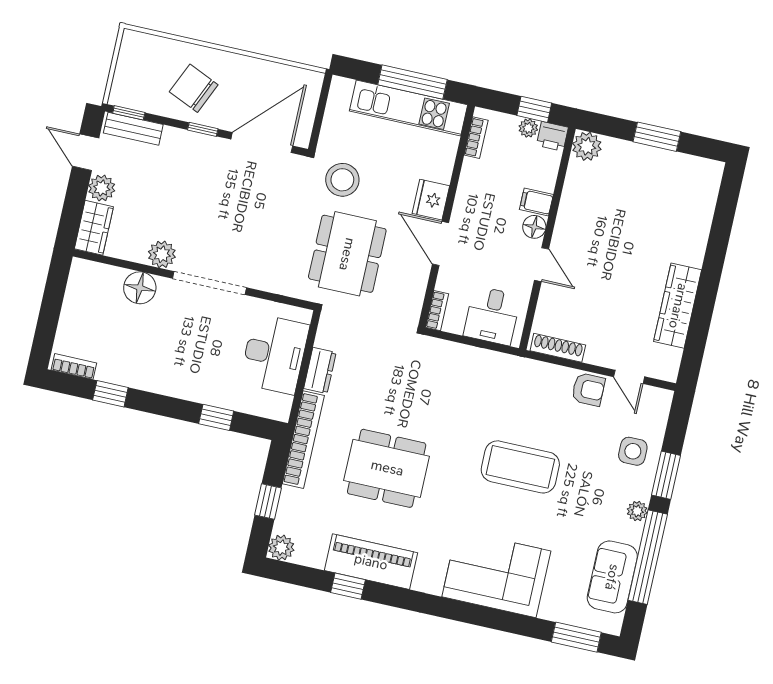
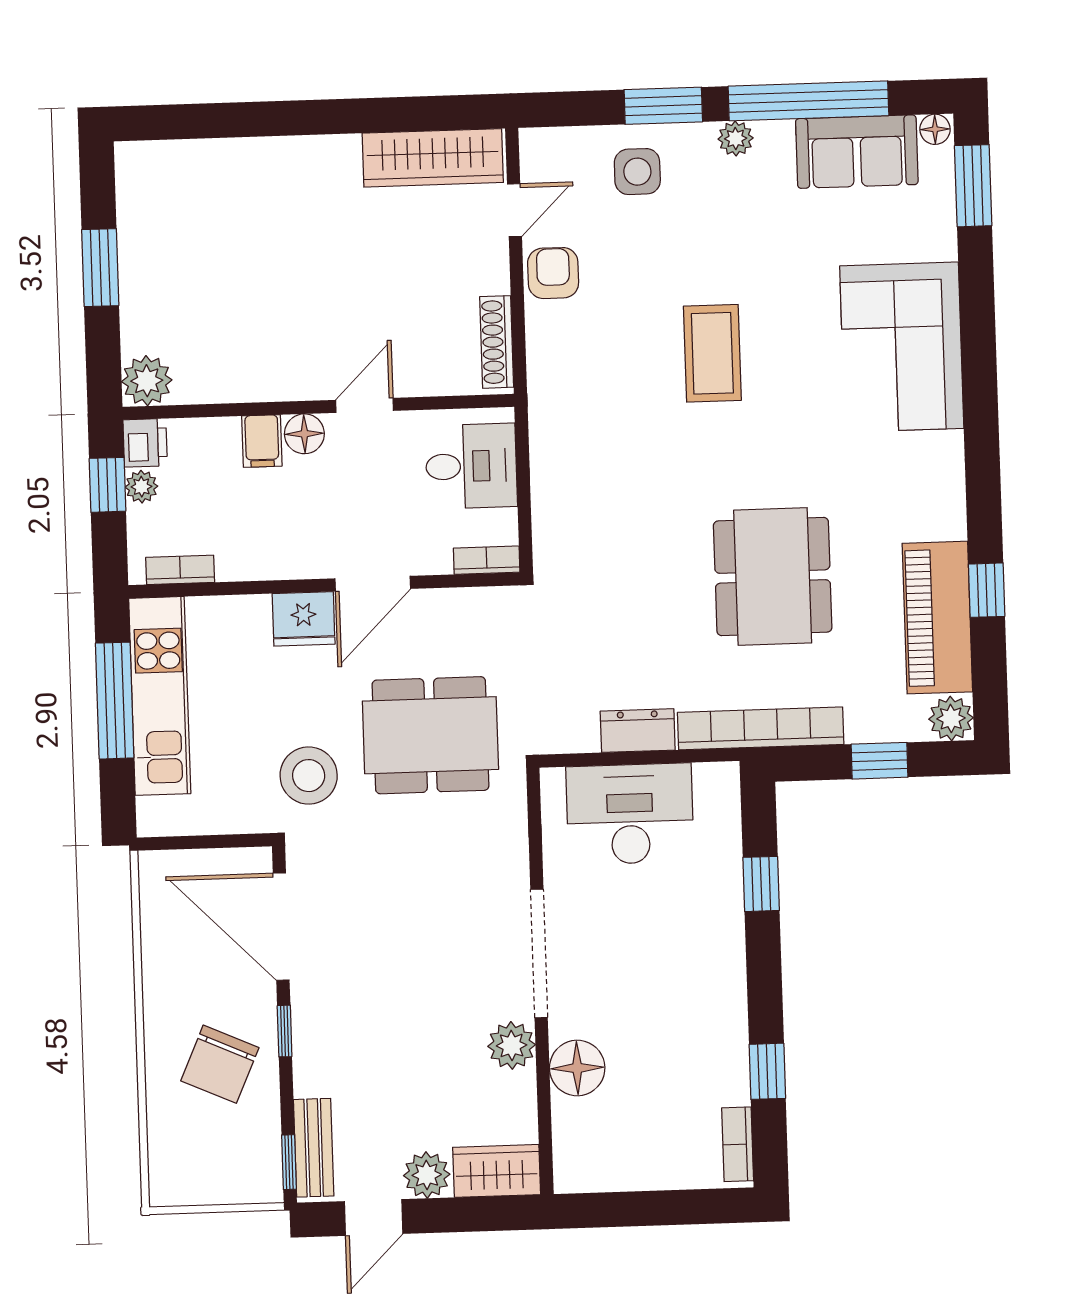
wardrobe: (678, 306) -> (433, 158), moved
coffee table: (520, 467) -> (712, 353), width x0.73, depth x0.76
piano: (371, 562) -> (937, 618), moved
floor lamp: (613, 624) -> (935, 129), added

